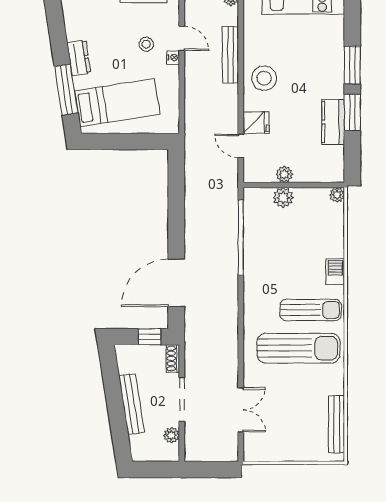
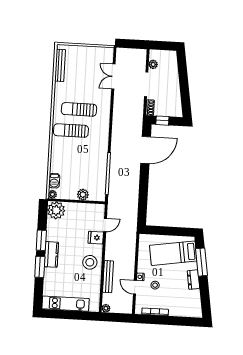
kitchen counter: (333, 122) -> (51, 254), moved
door: (241, 146) -> (105, 225), hinge flipped
plant: (284, 174) -> (56, 210), moved, width x1.88, depth x1.88
barbecue: (335, 272) -> (54, 181), moved
sun lounger: (298, 348) -> (79, 109), width x0.73, depth x0.75
bench: (132, 404) -> (175, 83), removed

